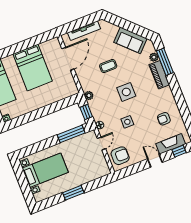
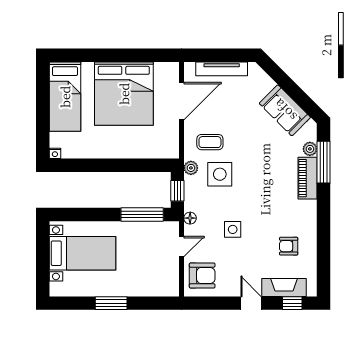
coffee table: (108, 66) -> (210, 142), moved
bed: (33, 68) -> (124, 94), width x1.36
side table: (126, 92) -> (220, 174), moved

